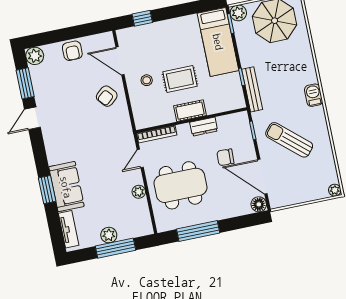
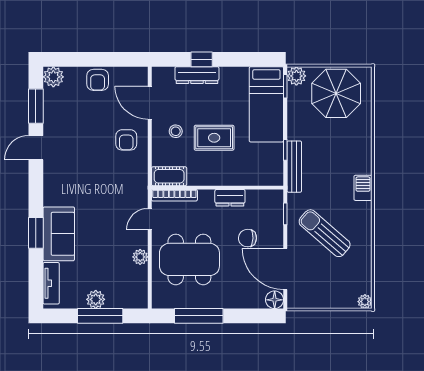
window: (142, 18) -> (202, 59), moved
dresser: (155, 29) -> (197, 75), added
armchair: (107, 96) -> (126, 140), turned -49
cot: (190, 111) -> (169, 176), moved

